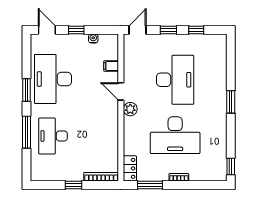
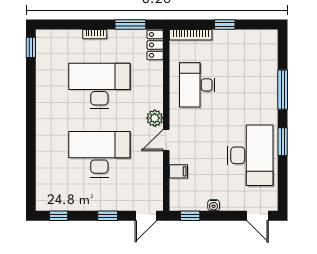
window: (76, 30) -> (190, 216), moved
window: (196, 30) -> (59, 216), moved
water cooler: (93, 38) -> (214, 205), moved
desk: (175, 80) -> (99, 154), turned 90
door: (121, 91) -> (166, 140), swing flipped
window: (231, 102) -> (31, 127), removed
desk: (53, 136) -> (197, 85), moved, turned 180

